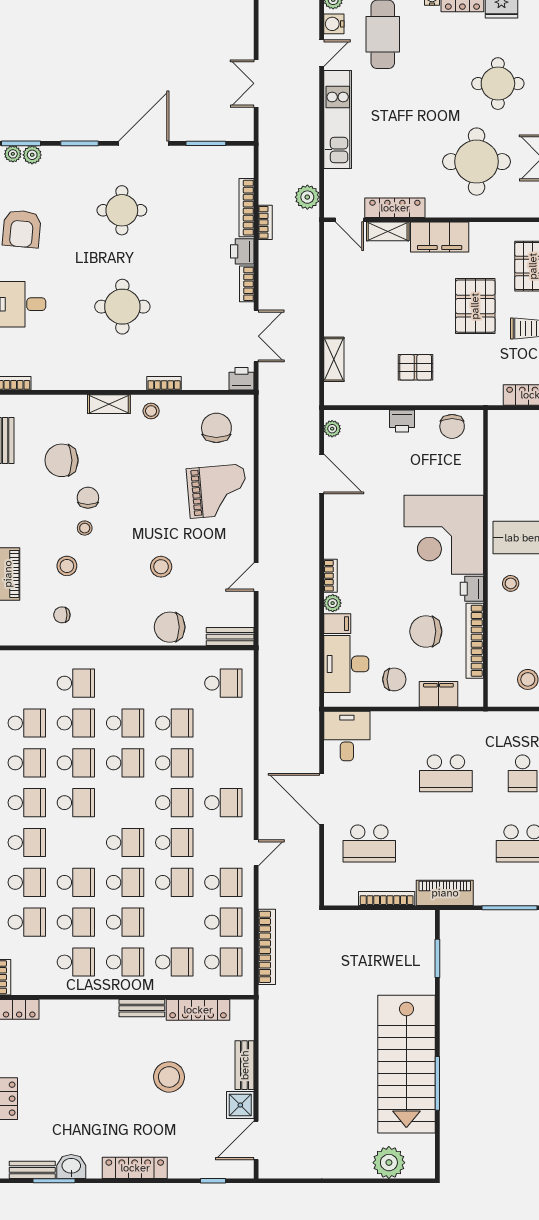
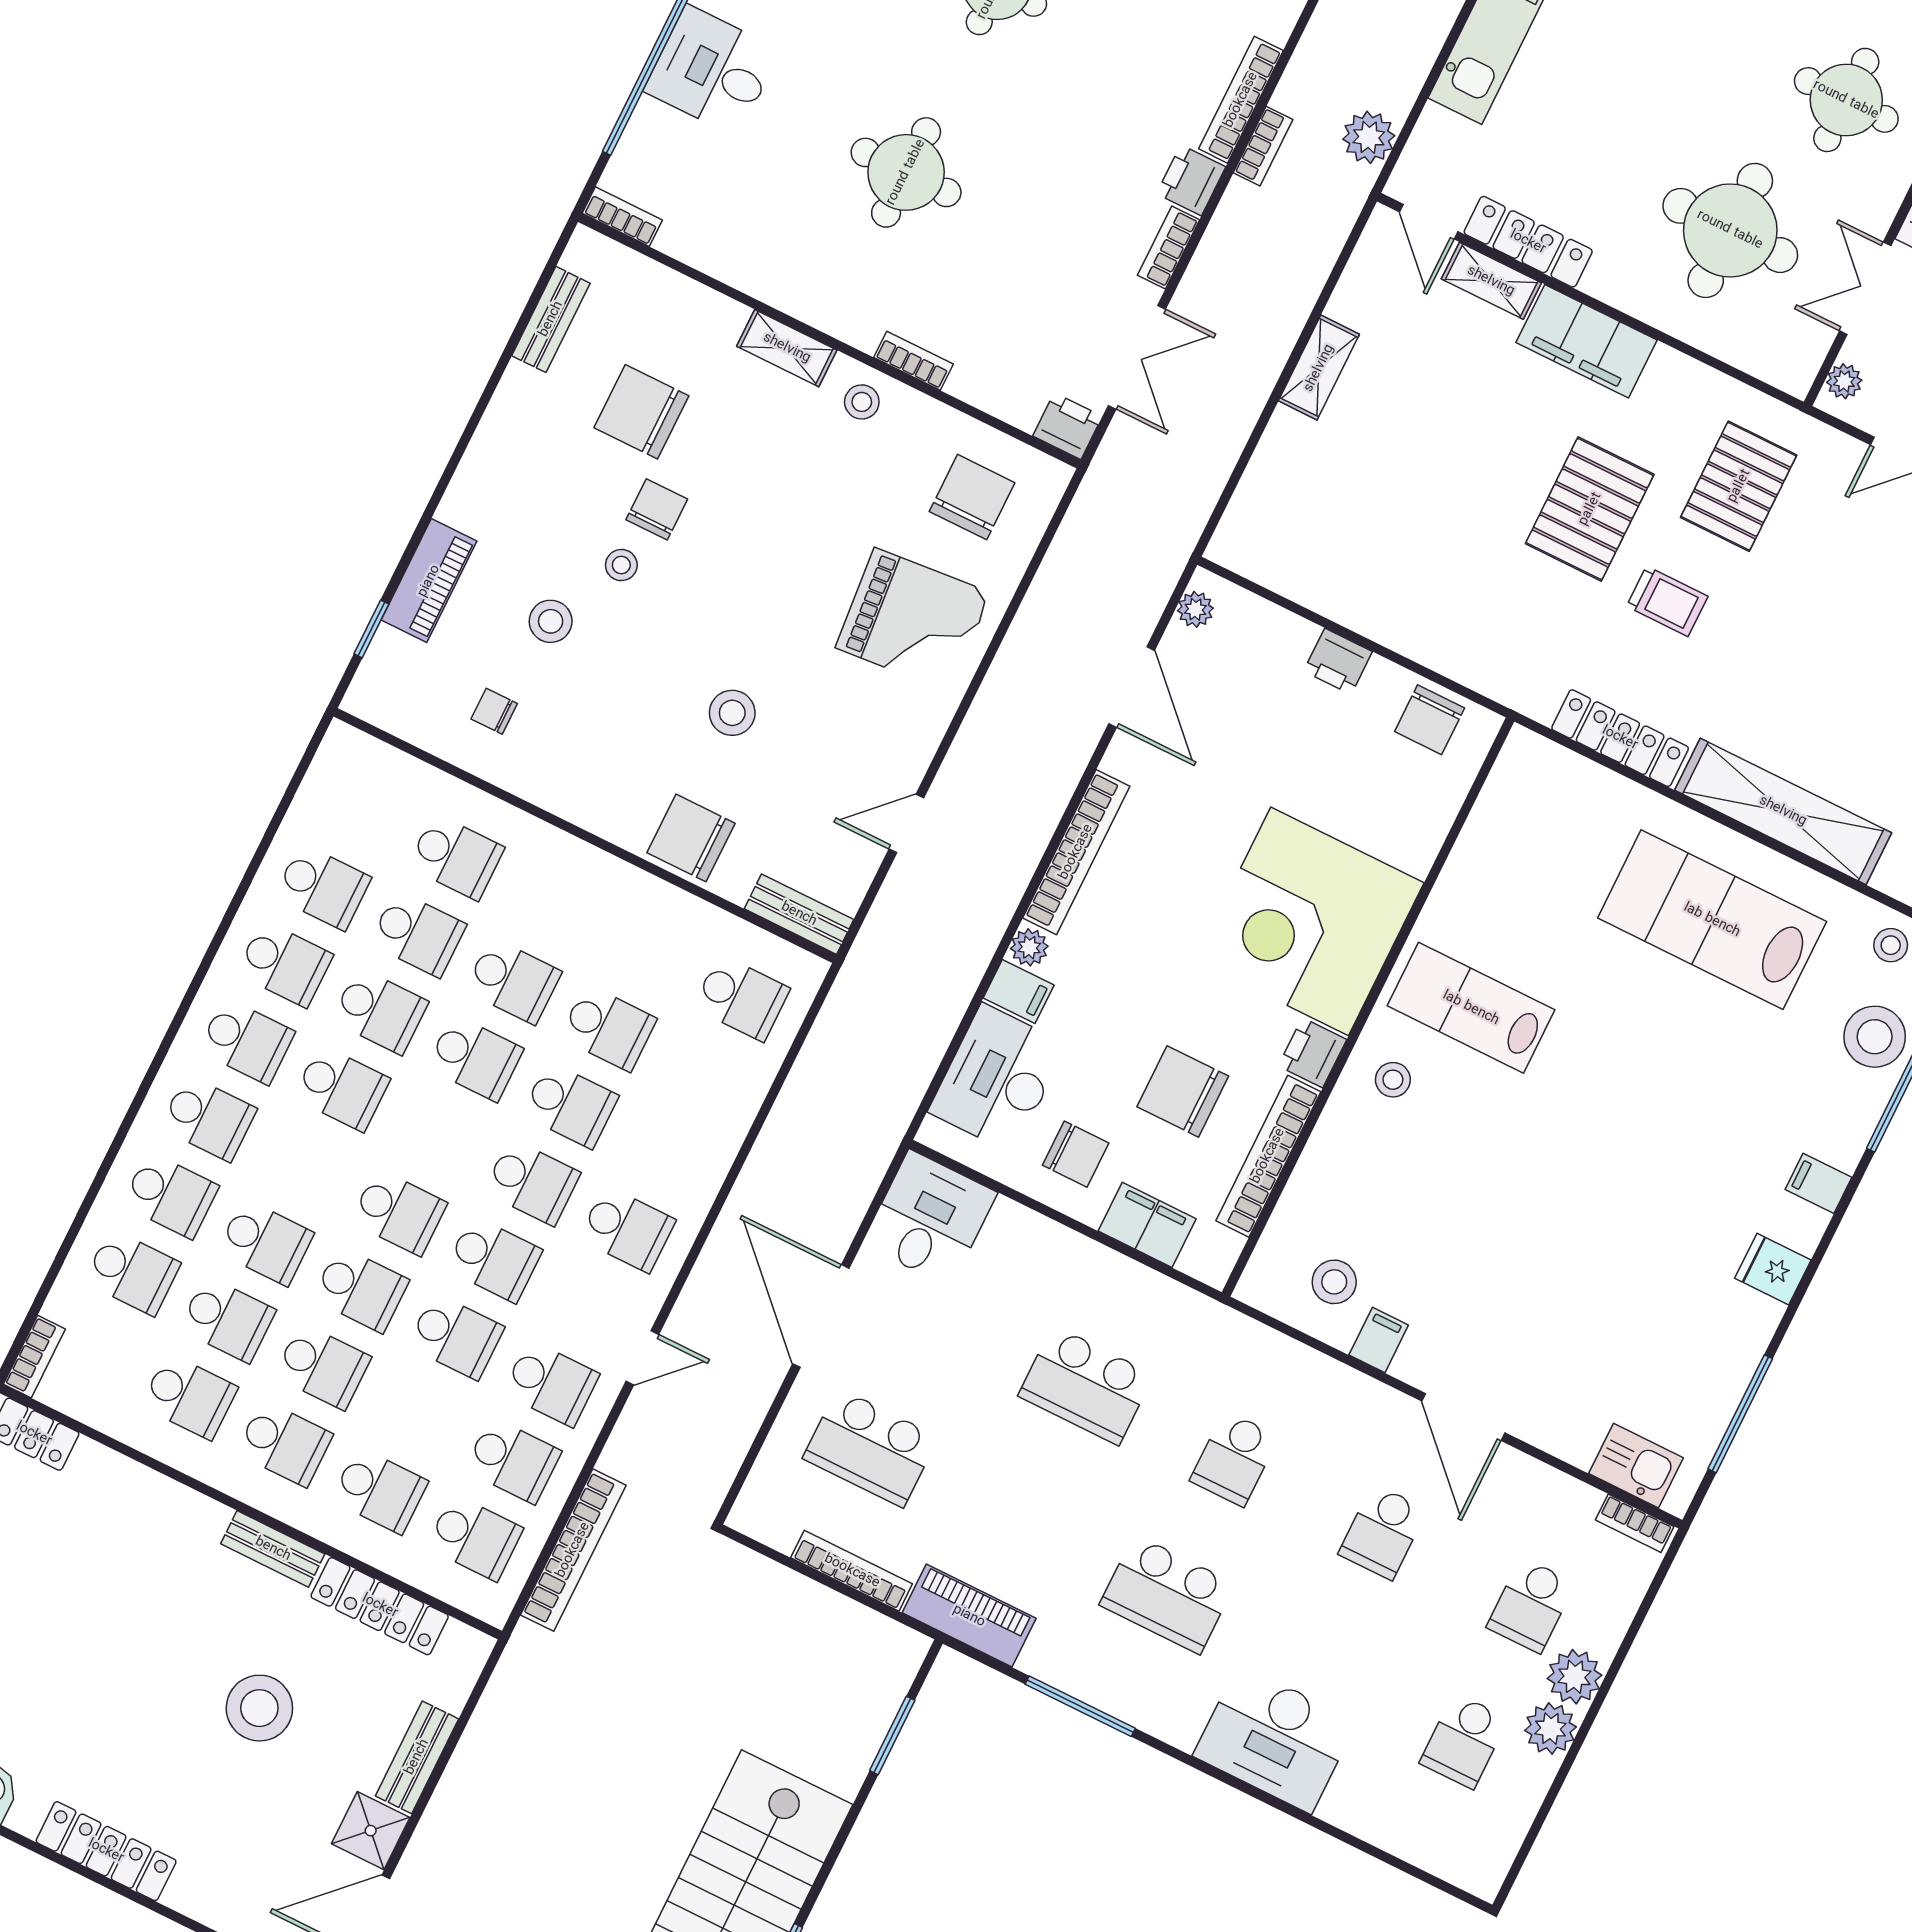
shelving: (334, 359) -> (1319, 368), moved
pallet: (416, 367) -> (1415, 570), removed
bookcase: (330, 576) -> (1076, 852), width x2.31, depth x1.31

